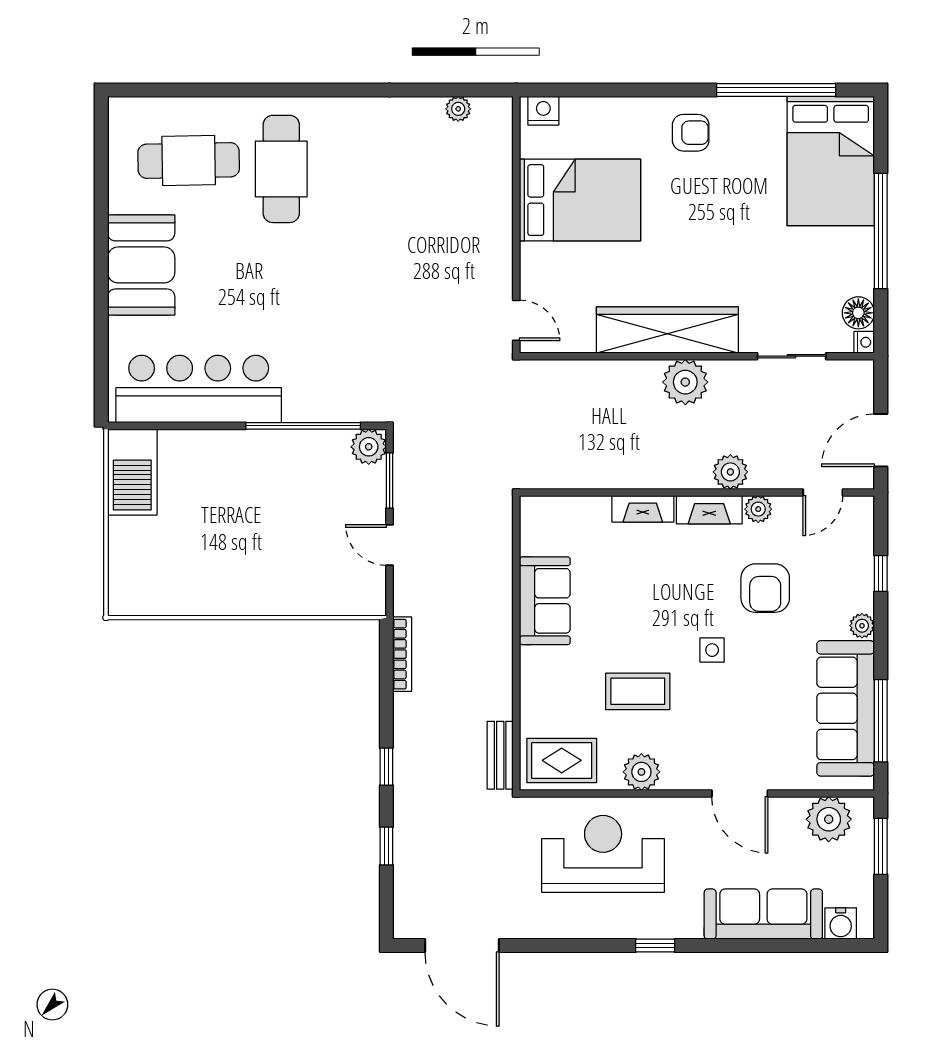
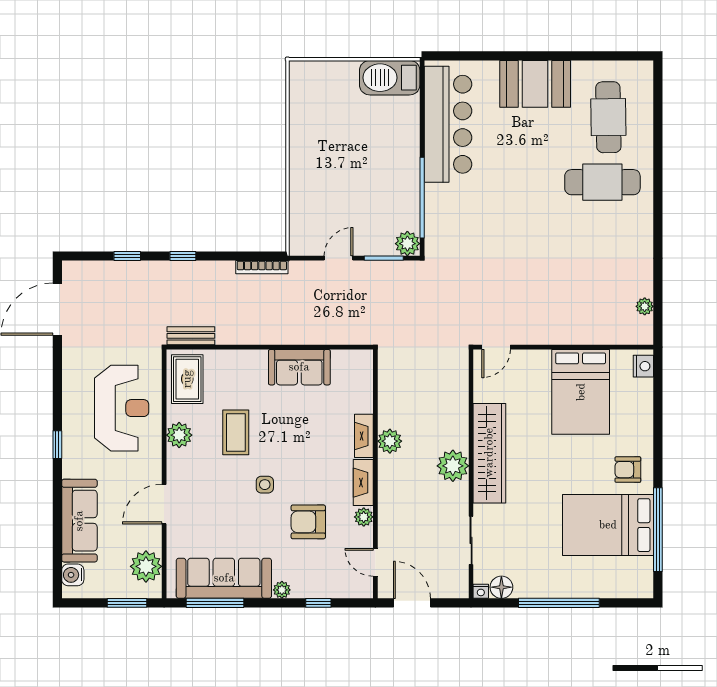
armchair: (691, 133) -> (628, 470), turned 90
bed: (831, 161) -> (608, 525), moved
plant: (730, 472) -> (390, 441), moved

